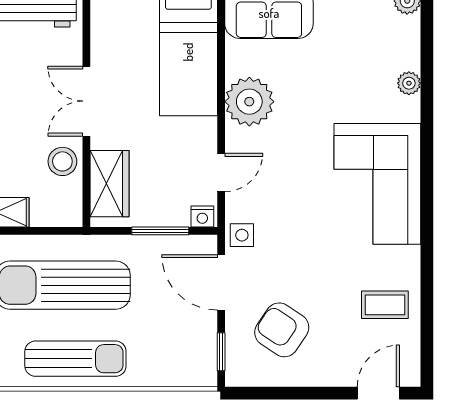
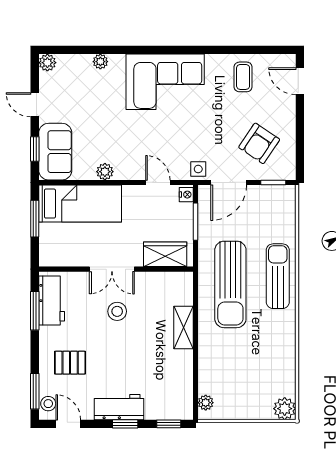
plant: (249, 102) -> (105, 172), width x0.53, depth x0.53
stool: (62, 161) -> (117, 311), moved

